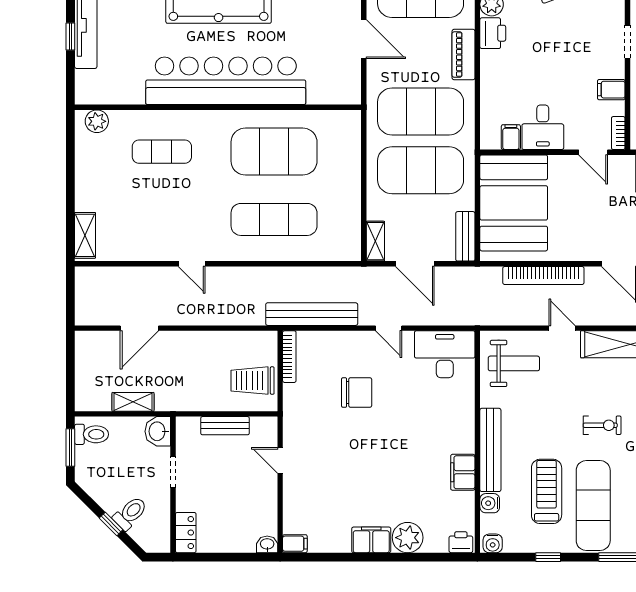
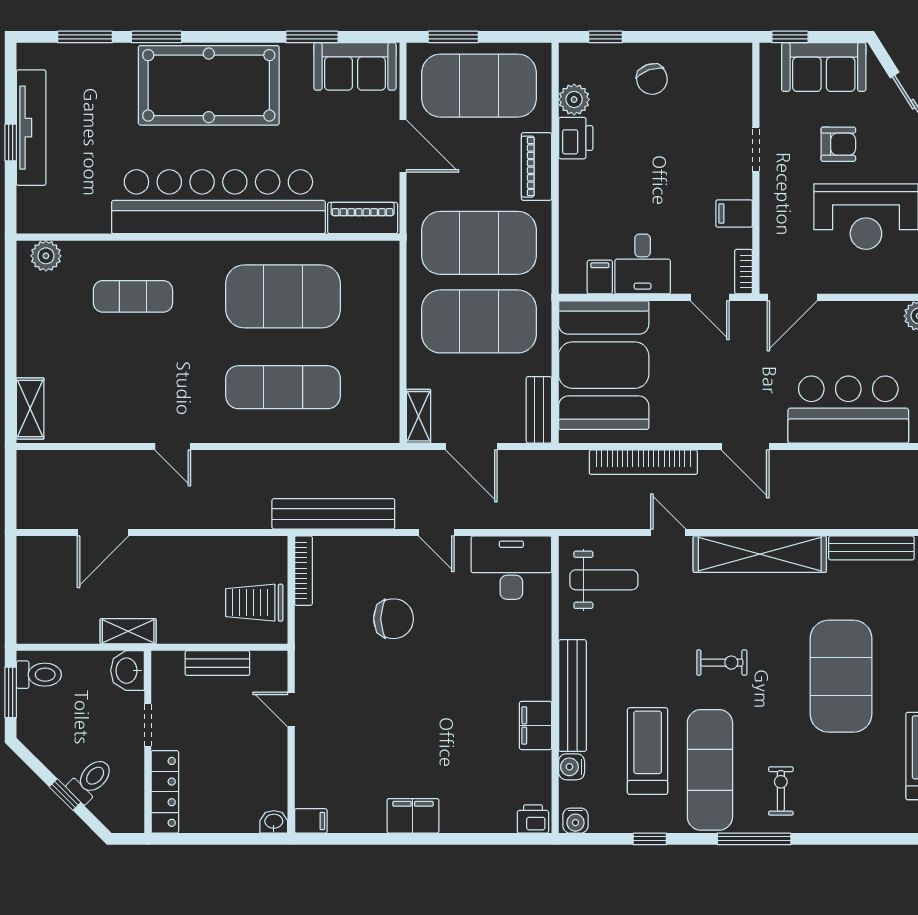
piano: (334, 93) -> (363, 218), added
shelving: (133, 402) -> (128, 631), moved
locker: (186, 533) -> (165, 792), width x1.53
plant: (408, 538) -> (462, 813), removed

